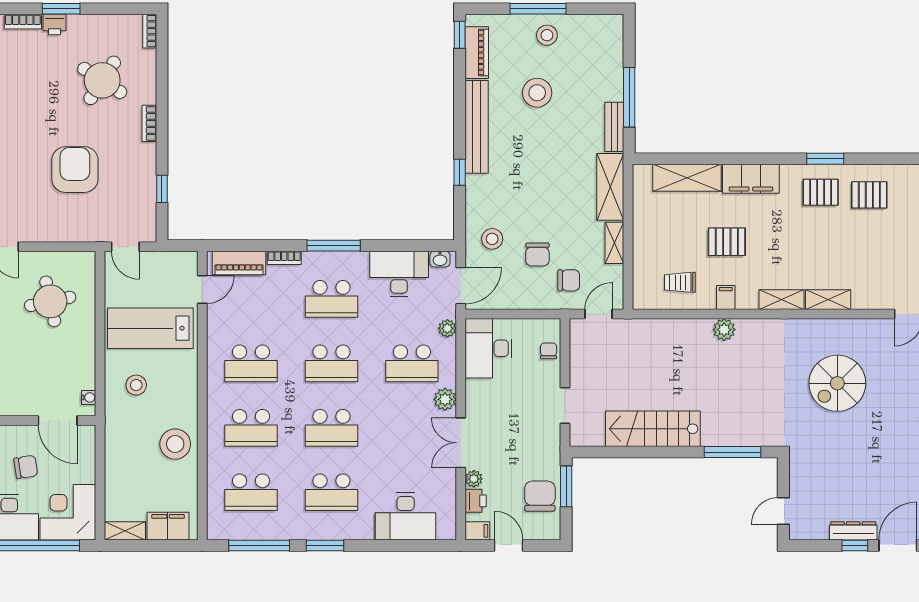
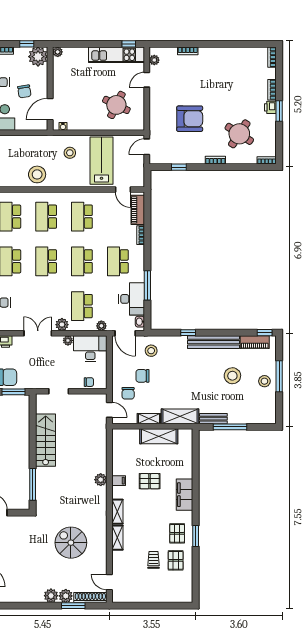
shelving: (687, 178) -> (159, 436), moved, turned 90
pallet: (727, 242) -> (150, 481), turned 90
window: (334, 246) -> (147, 285), moved
trolley: (680, 282) -> (154, 560), moved
round table: (50, 301) -> (116, 105), turned 38
plant: (474, 479) -> (68, 340), moved

